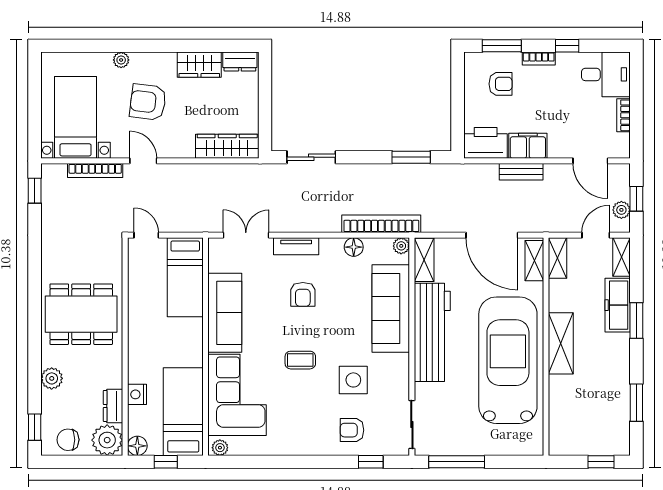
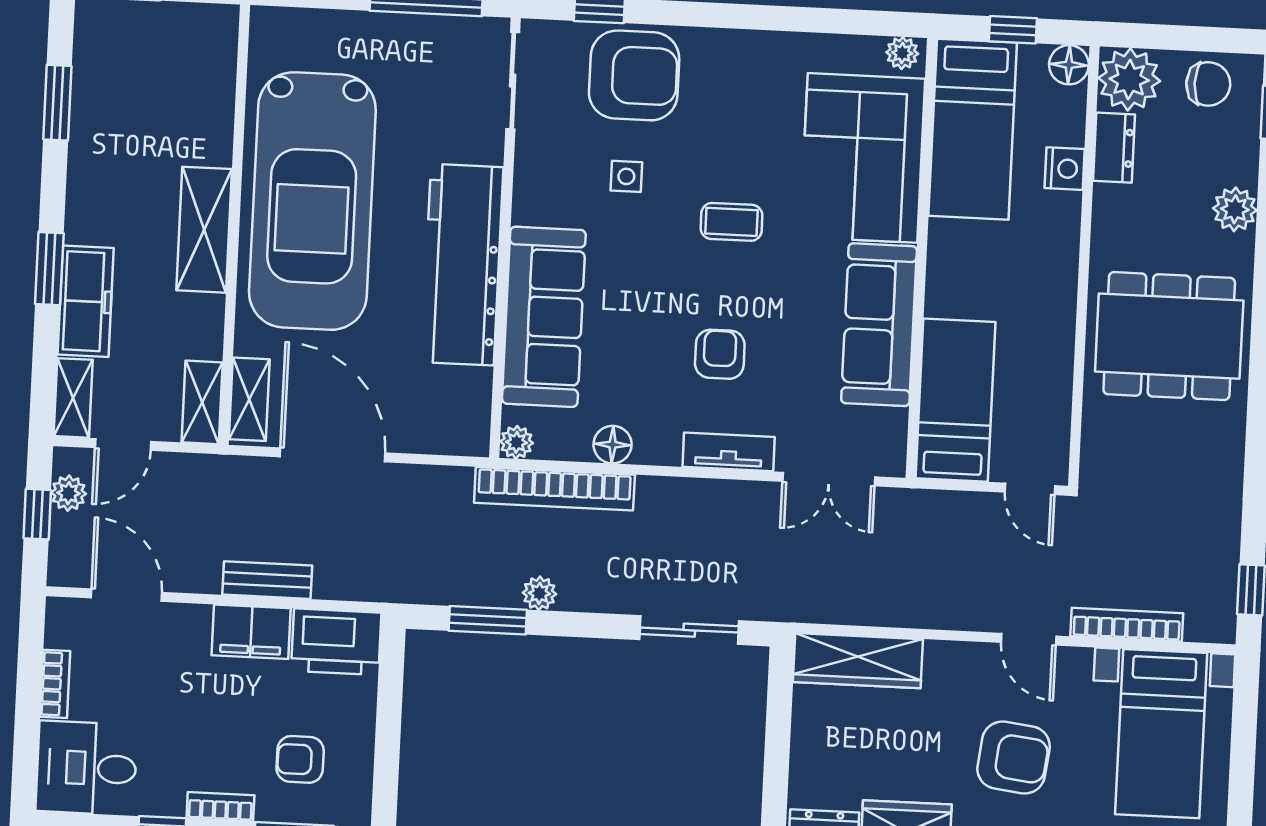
plant: (386, 172) -> (539, 593), added
shelving: (424, 260) -> (472, 412), removed
side table: (353, 380) -> (626, 176), width x0.54, depth x0.54
armchair: (352, 430) -> (634, 75), width x1.88, depth x1.88

